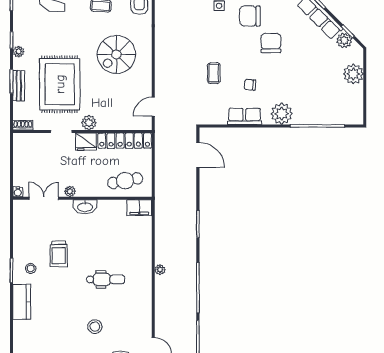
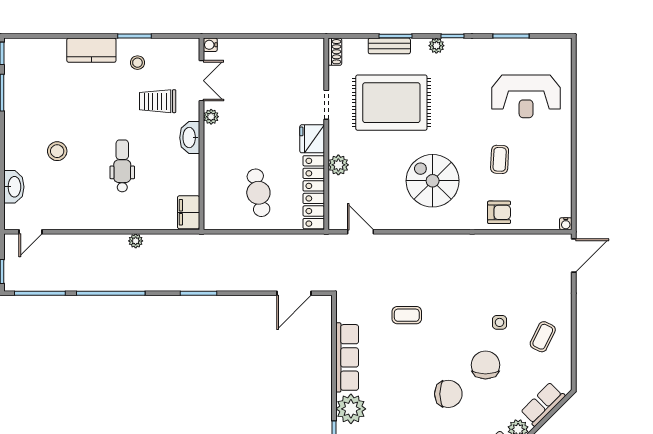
chair: (250, 85) -> (391, 365), removed
row of seats: (244, 116) -> (347, 357), width x1.48
plant: (89, 123) -> (338, 165), moved
plant: (70, 191) -> (211, 117), moved
water cooler: (18, 192) -> (210, 45), moved
double door: (44, 198) -> (202, 81), moved
wall: (82, 198) -> (202, 134), moved
washbasin: (85, 207) -> (190, 138), moved
filing cabinet: (139, 208) -> (189, 212), moved
dental chair: (106, 279) -> (122, 166), turned 180

